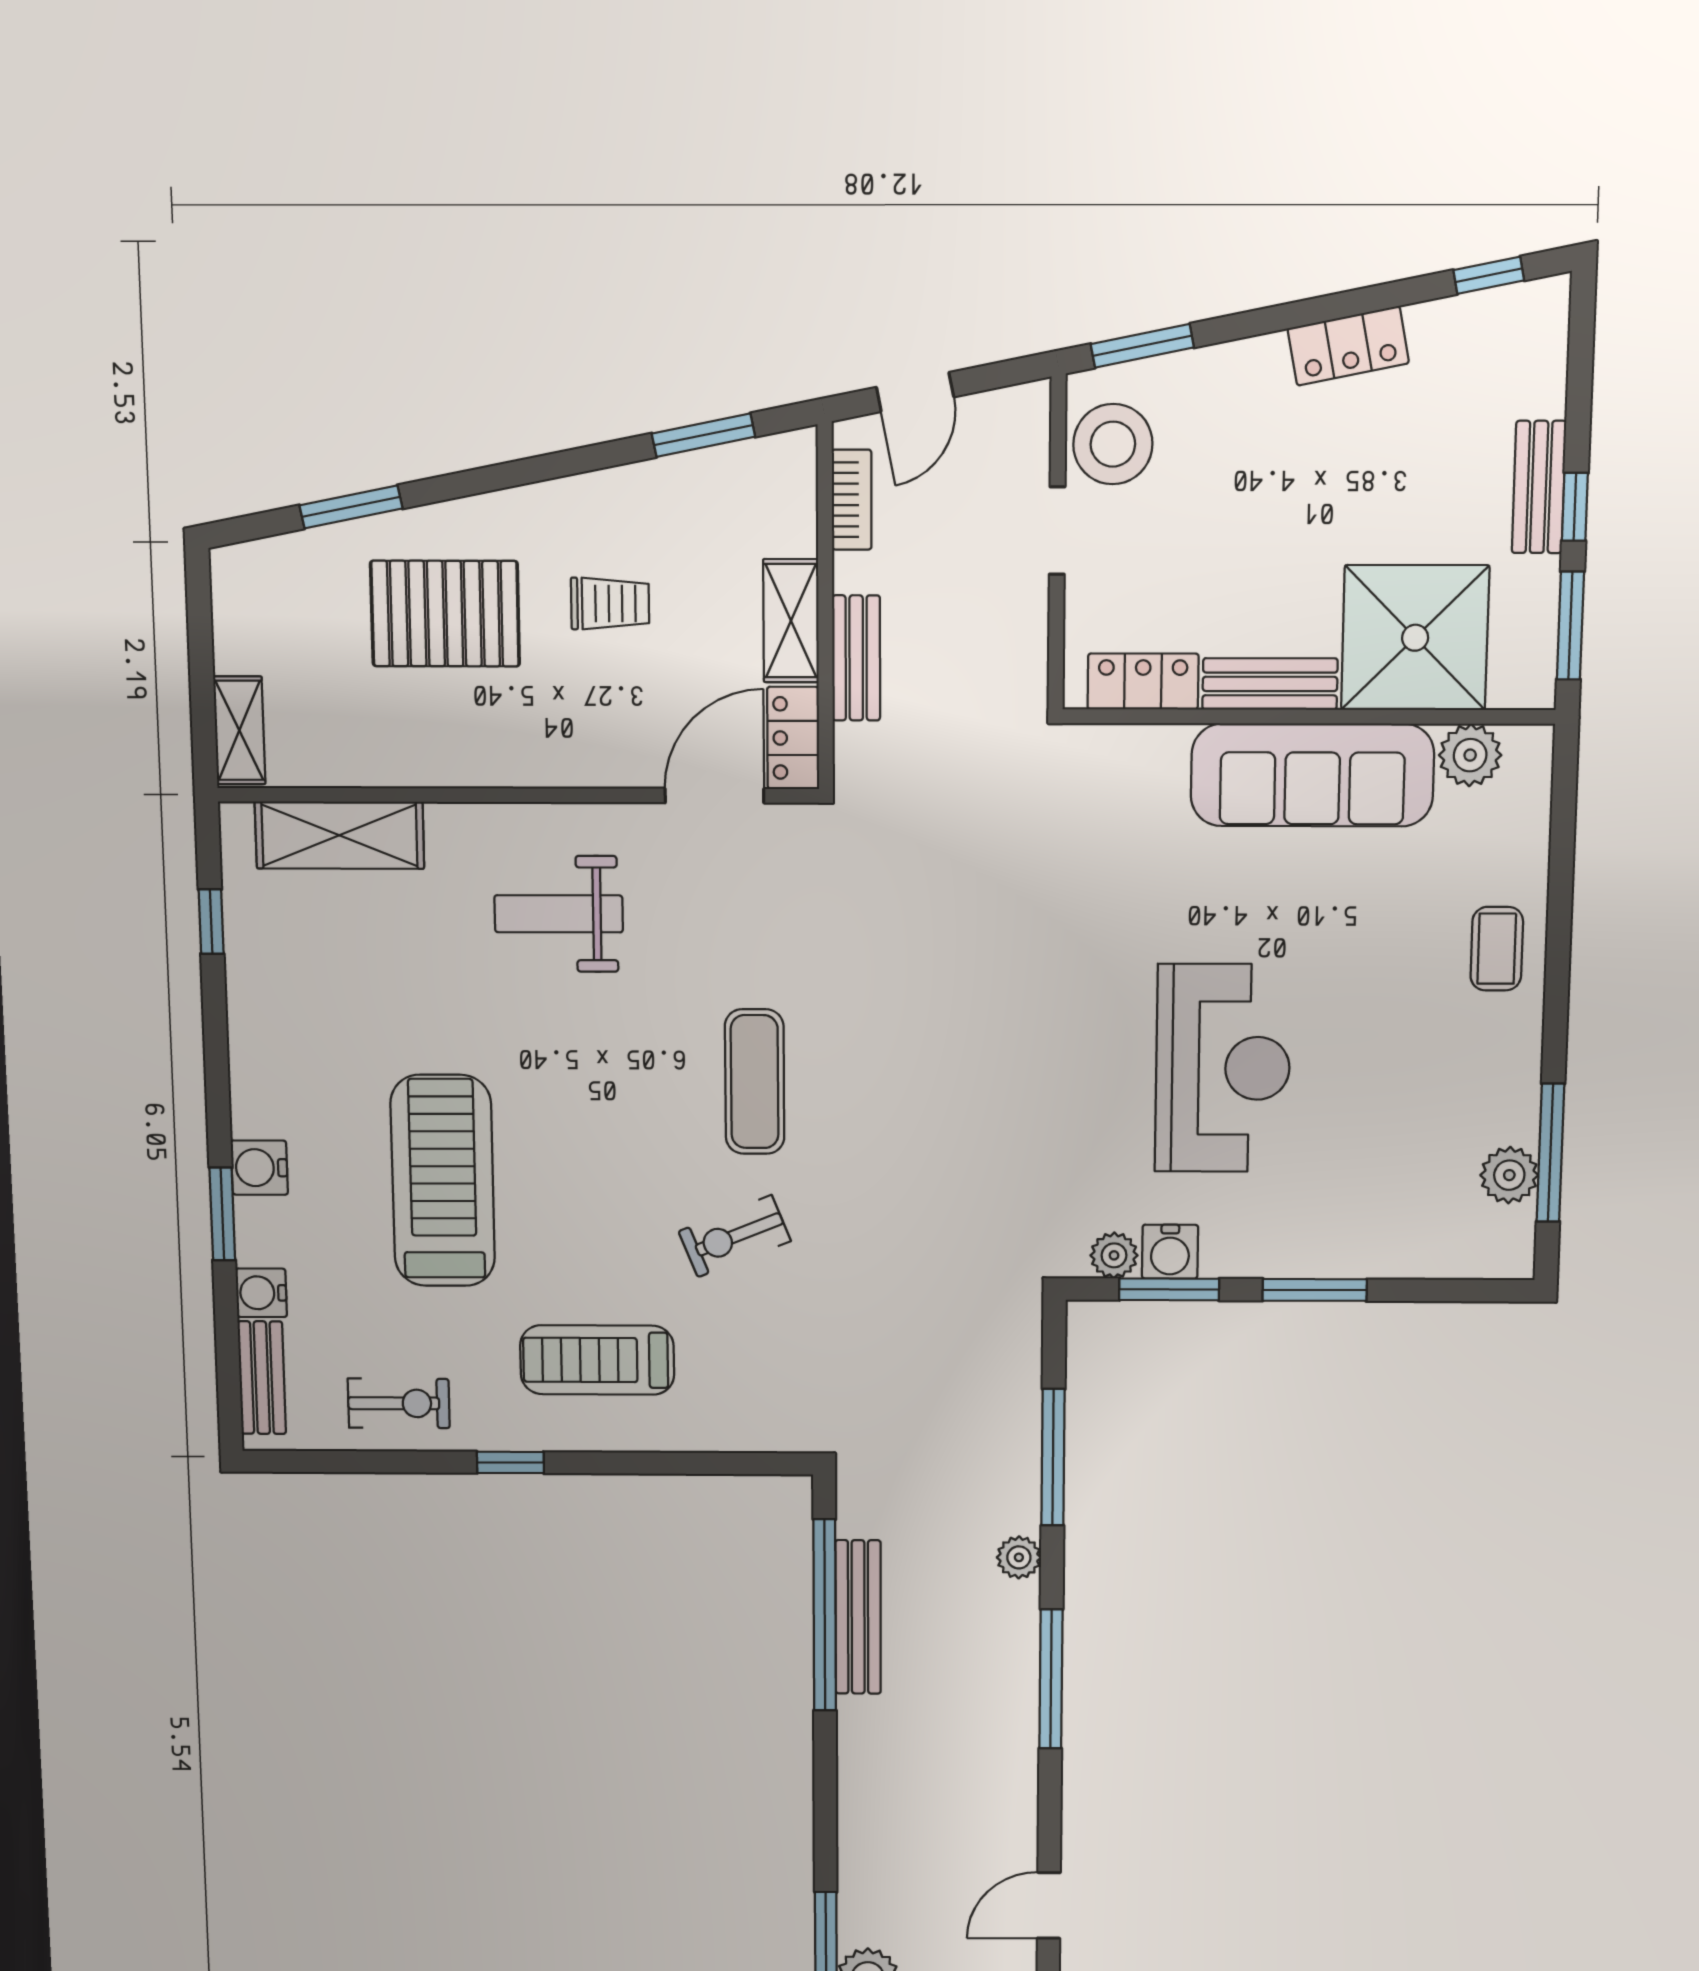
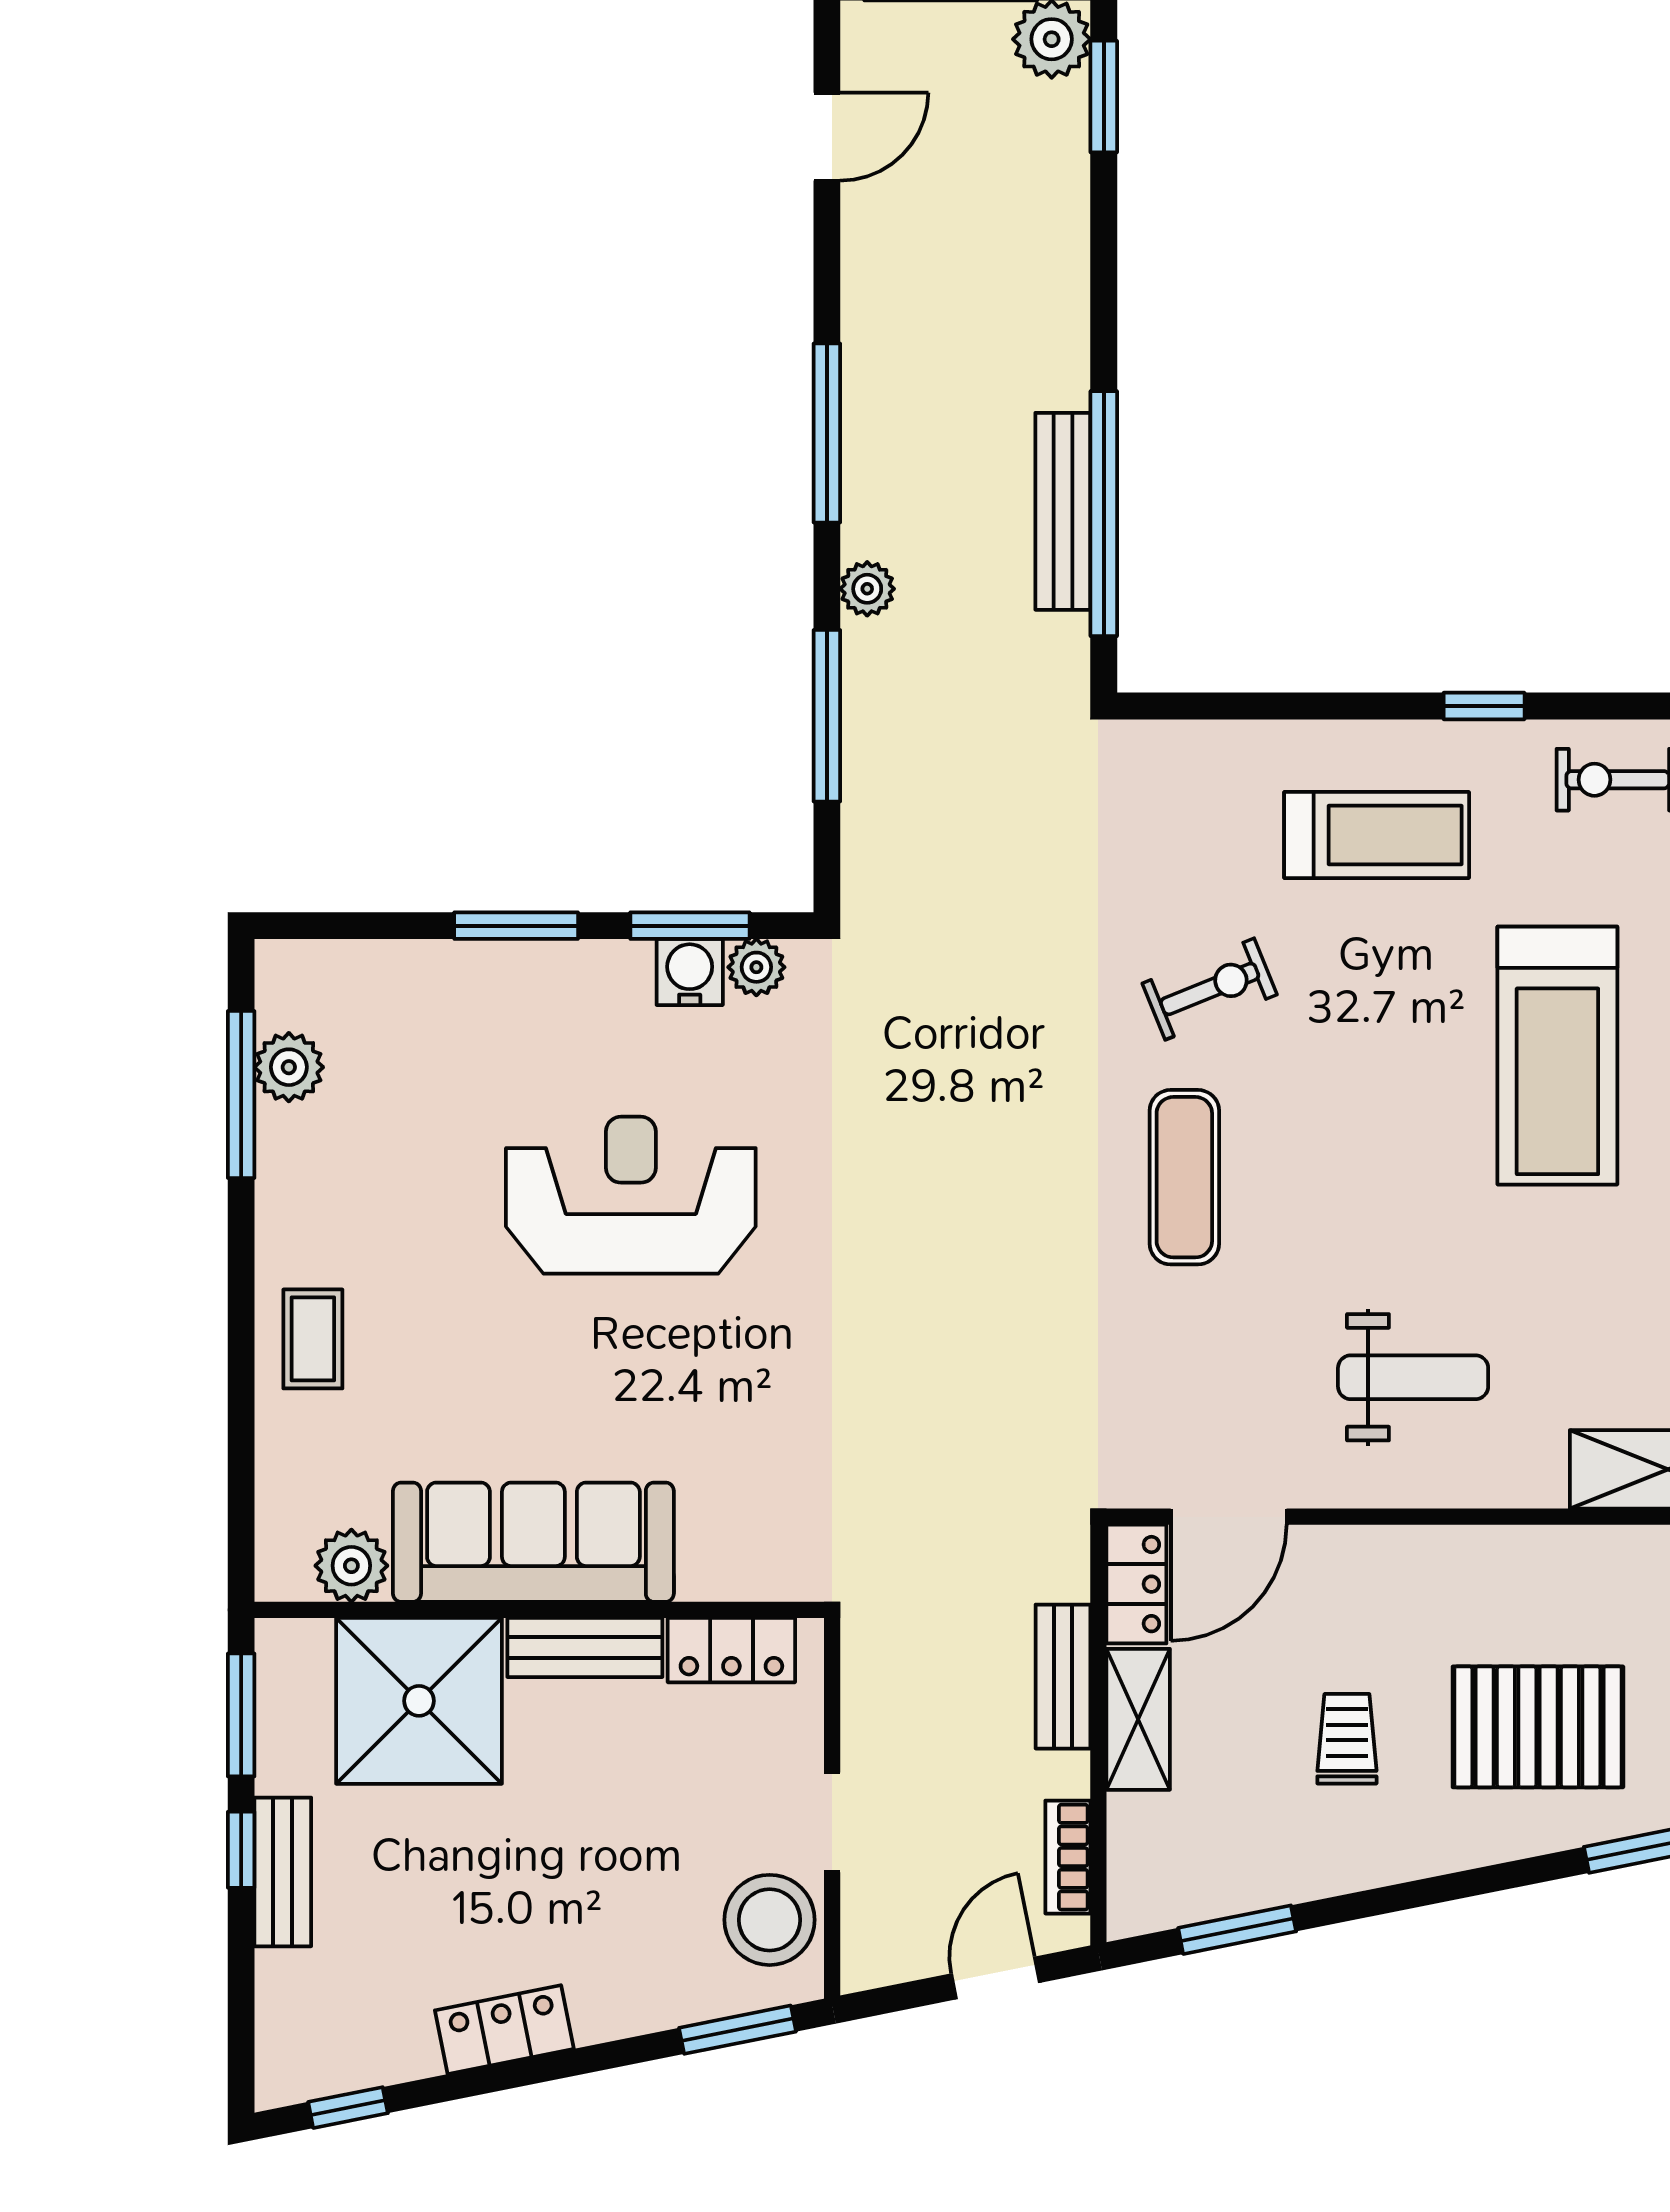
trolley: (610, 604) -> (1347, 1739), turned 90
reception desk: (1223, 1068) -> (631, 1195), turned 90

